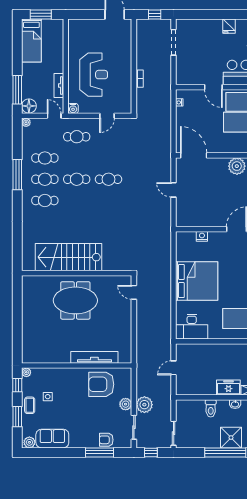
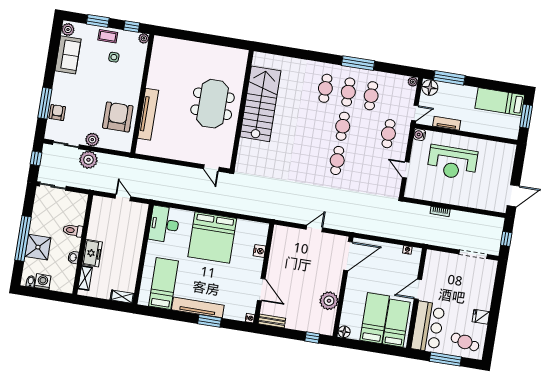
door: (134, 292) -> (211, 168), swing flipped

